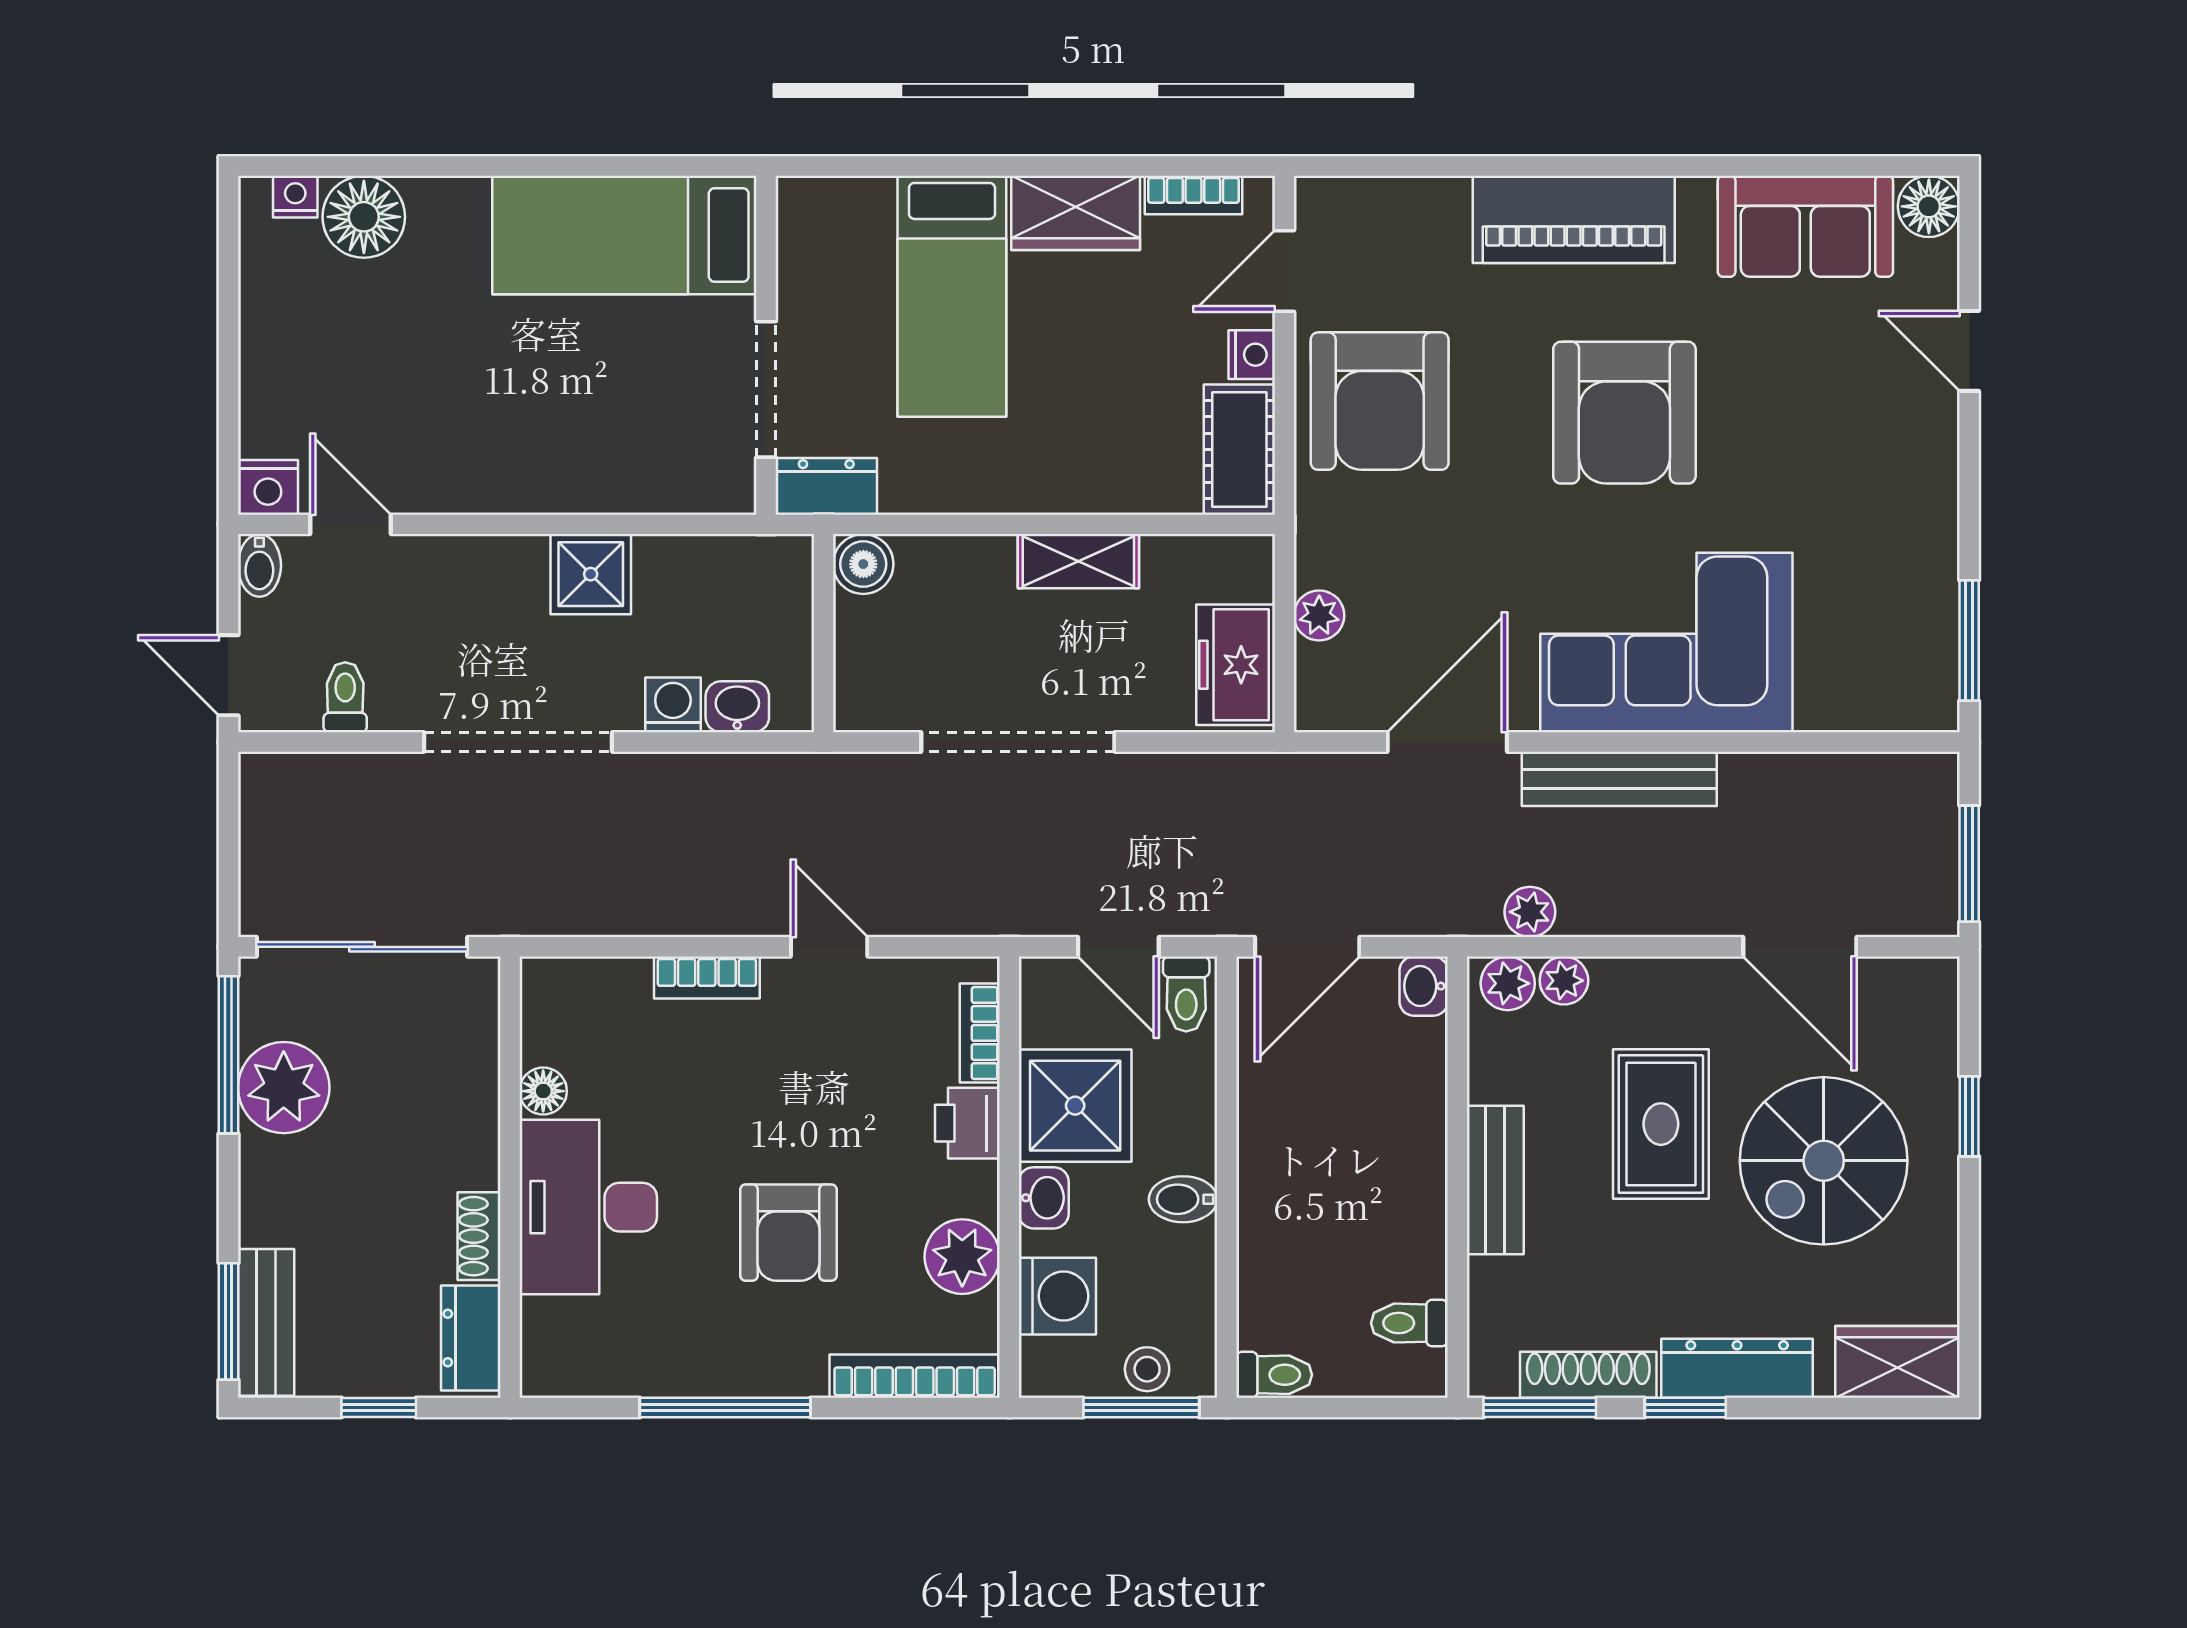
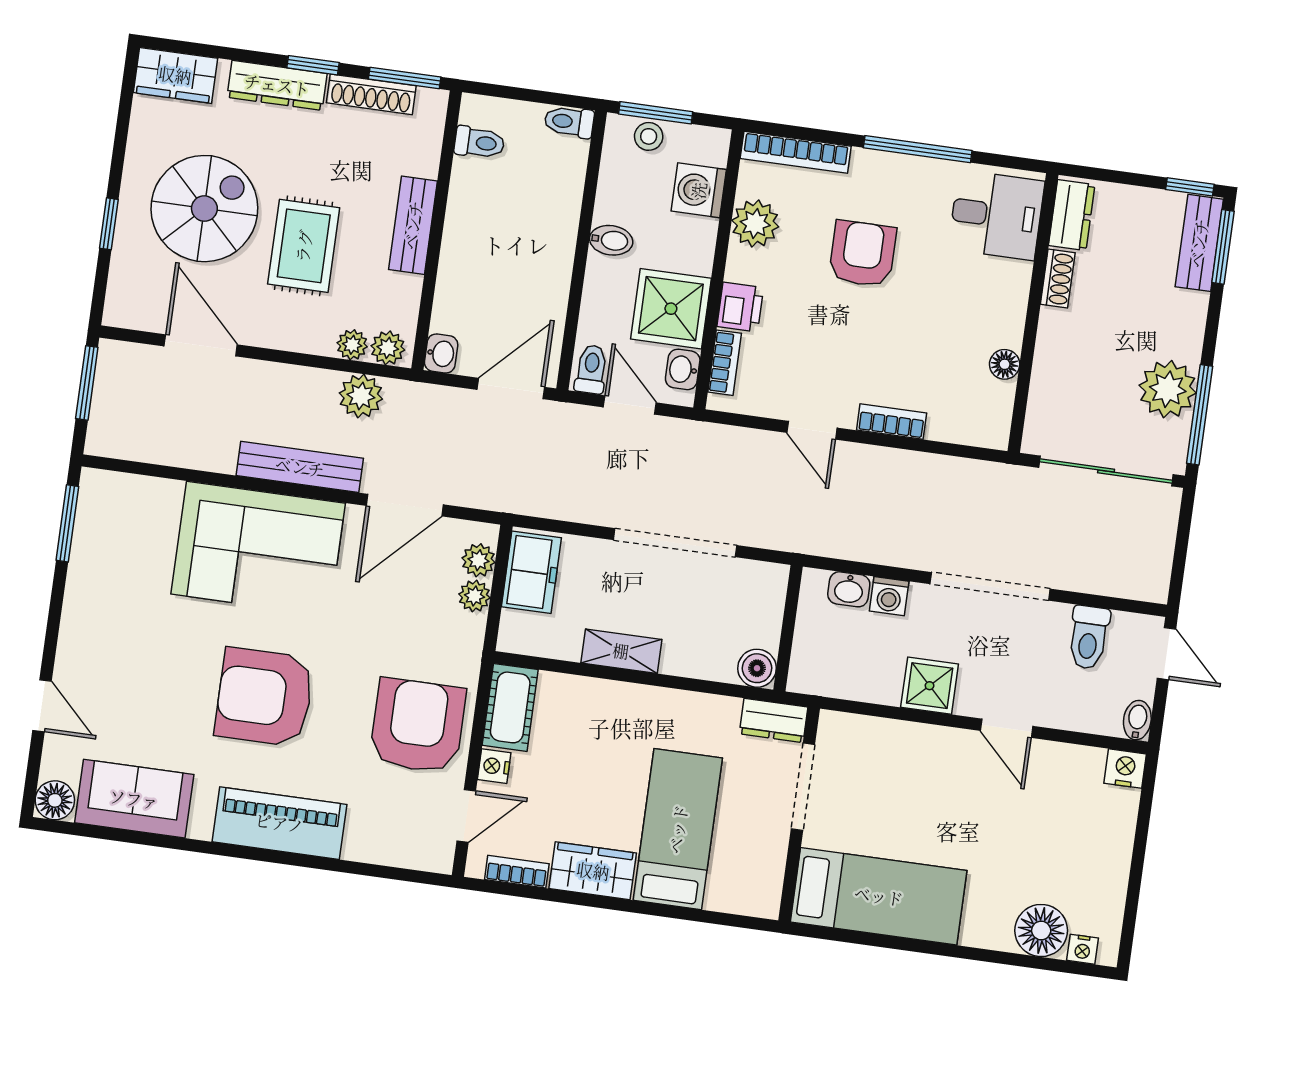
armchair: (1624, 413) -> (264, 697), turned -90
door: (351, 524) -> (1007, 728), moved
plant: (1320, 672) -> (479, 560), added
toilet: (345, 697) -> (1089, 637), width x1.37, depth x1.39
plant: (1530, 912) -> (361, 396), width x1.38, depth x1.38
washbasin: (1044, 1198) -> (683, 369), moved
desk: (588, 1207) -> (996, 215), moved, width x0.73
window: (379, 1408) -> (1190, 187), moved

